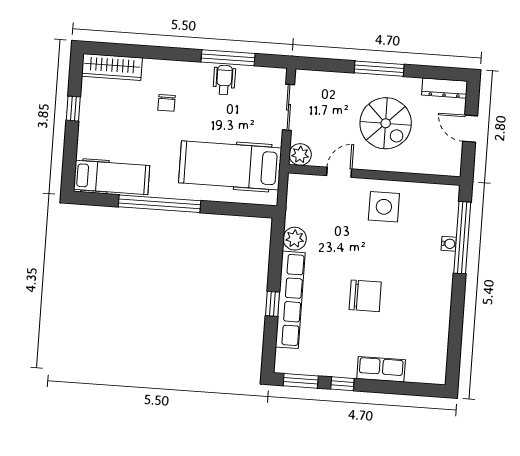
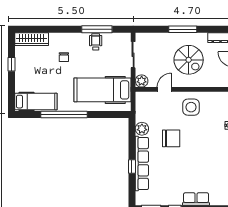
chair: (365, 296) -> (171, 138), moved

